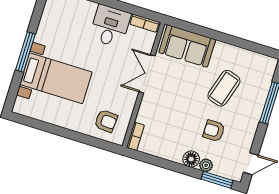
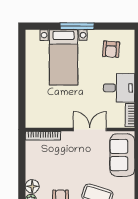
armchair: (106, 121) -> (111, 49), moved
bookcase: (135, 136) -> (43, 136), width x1.56

